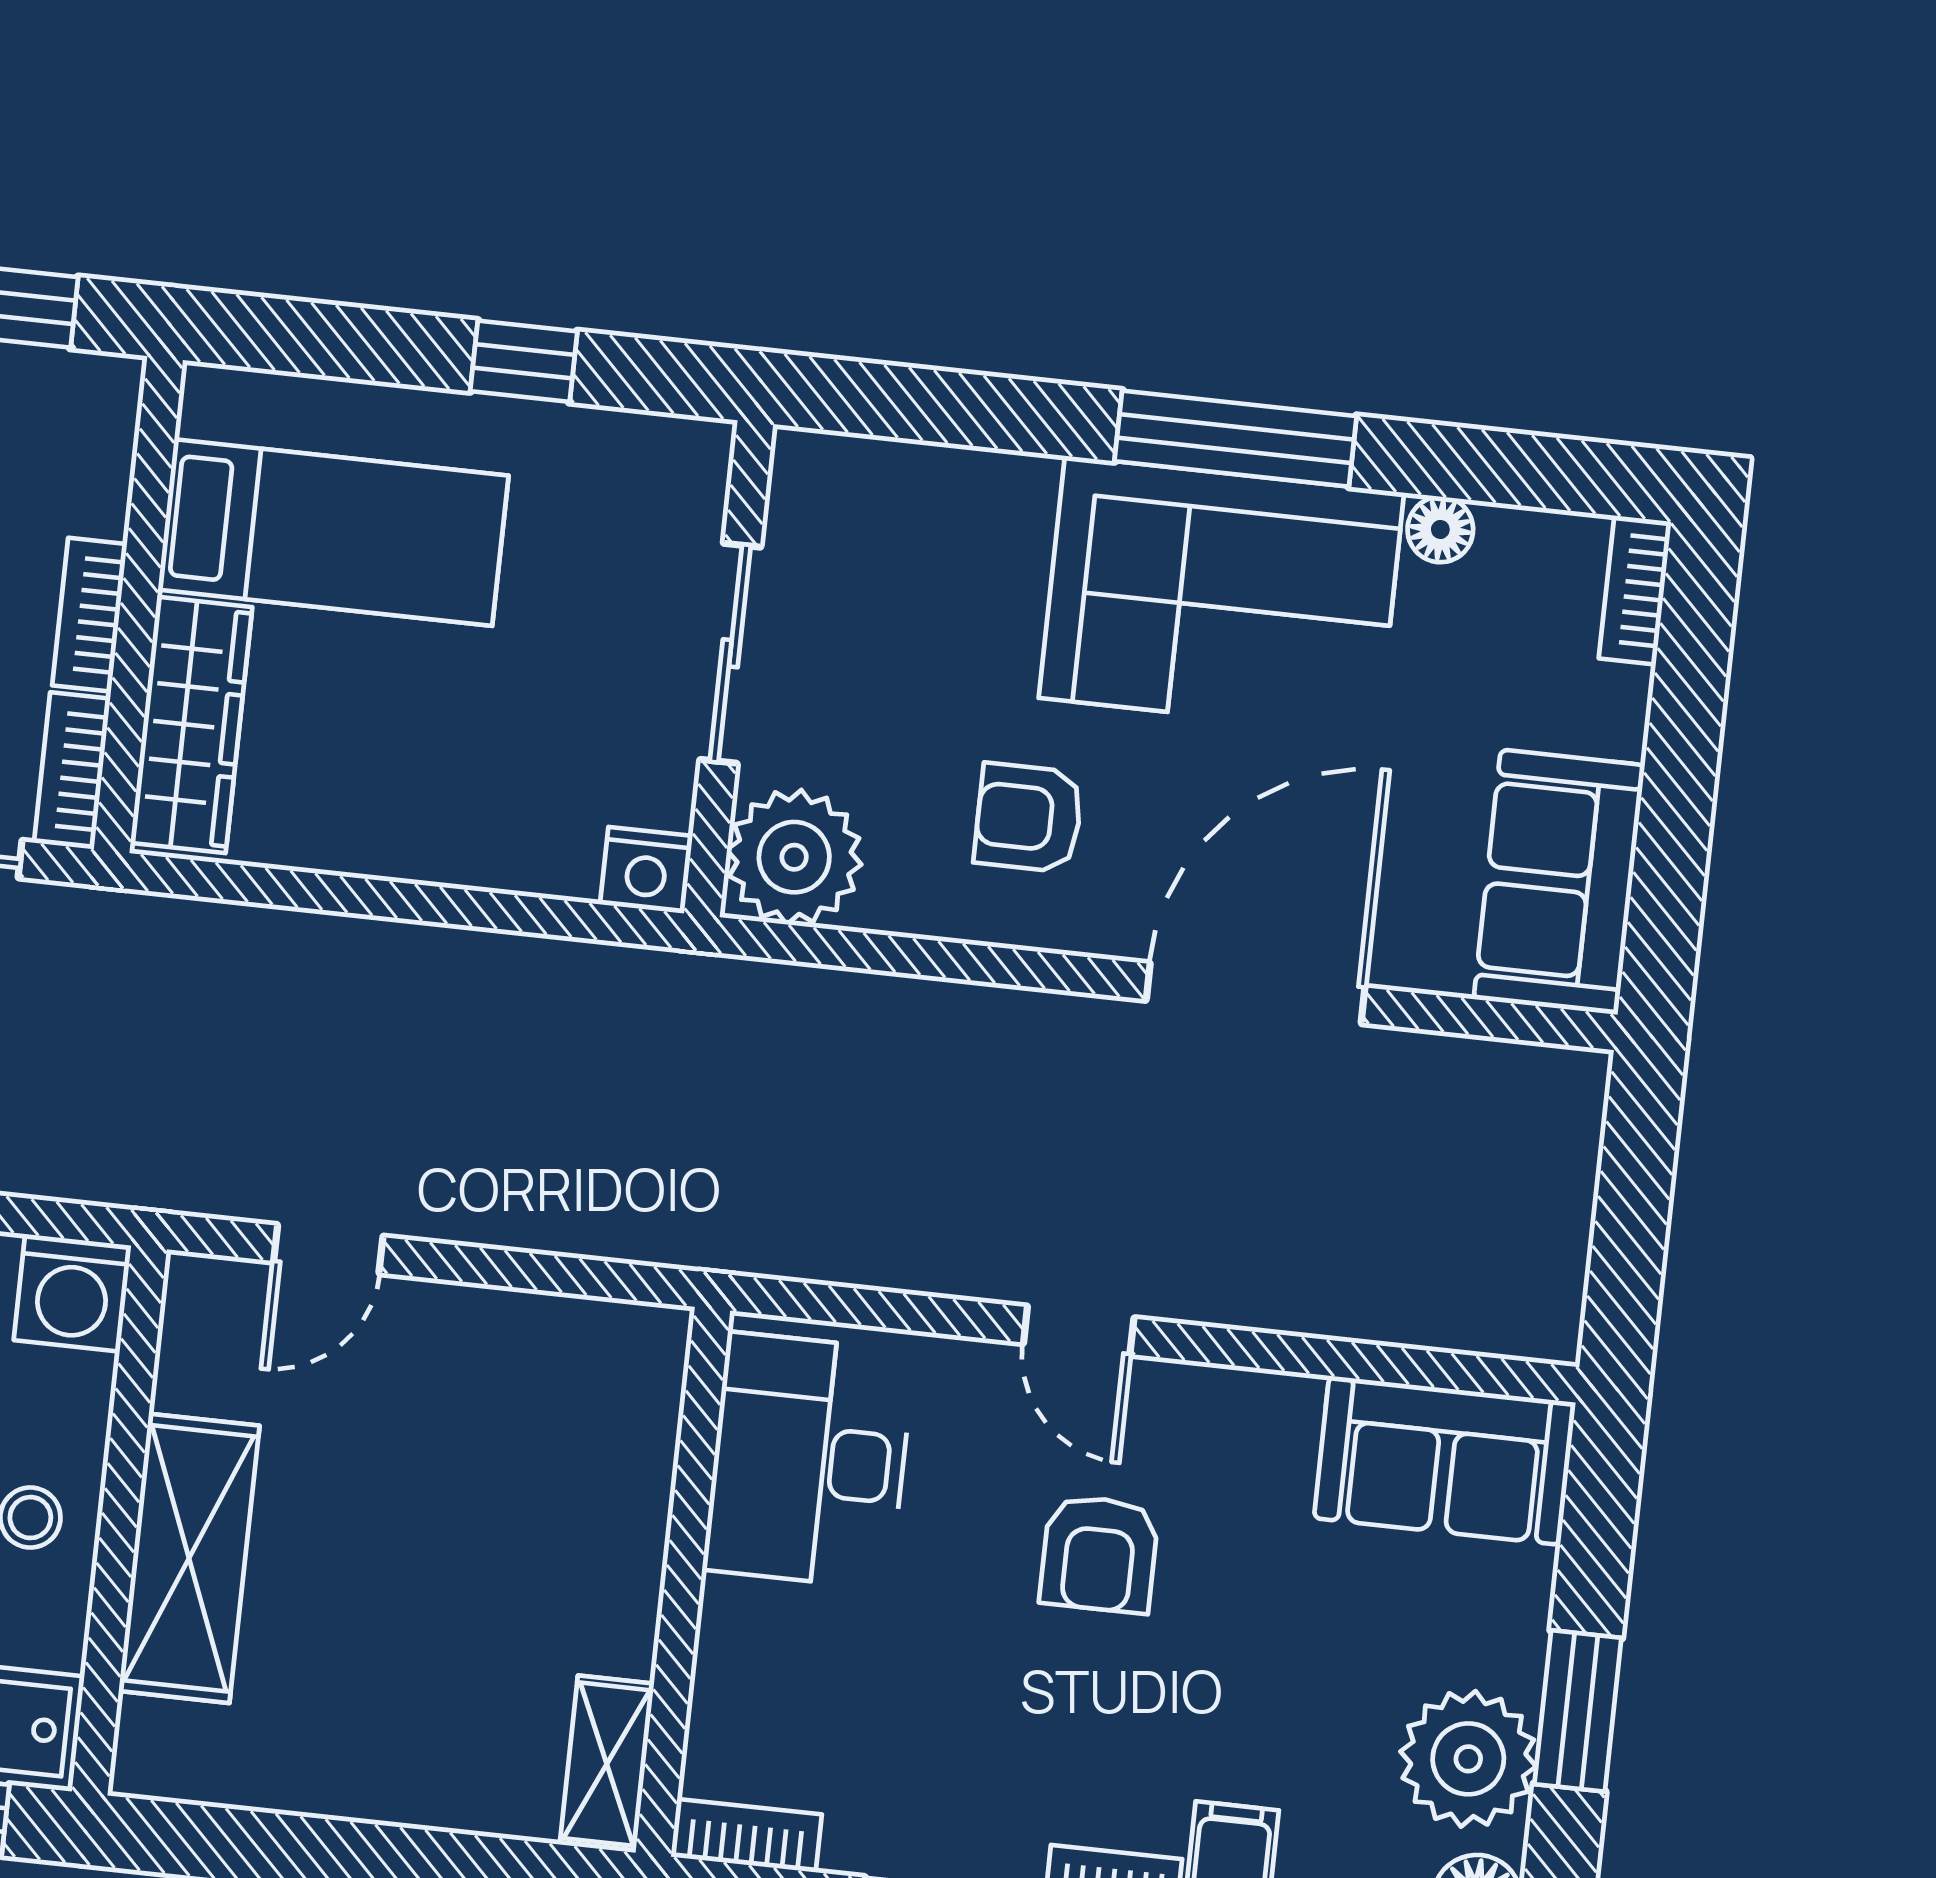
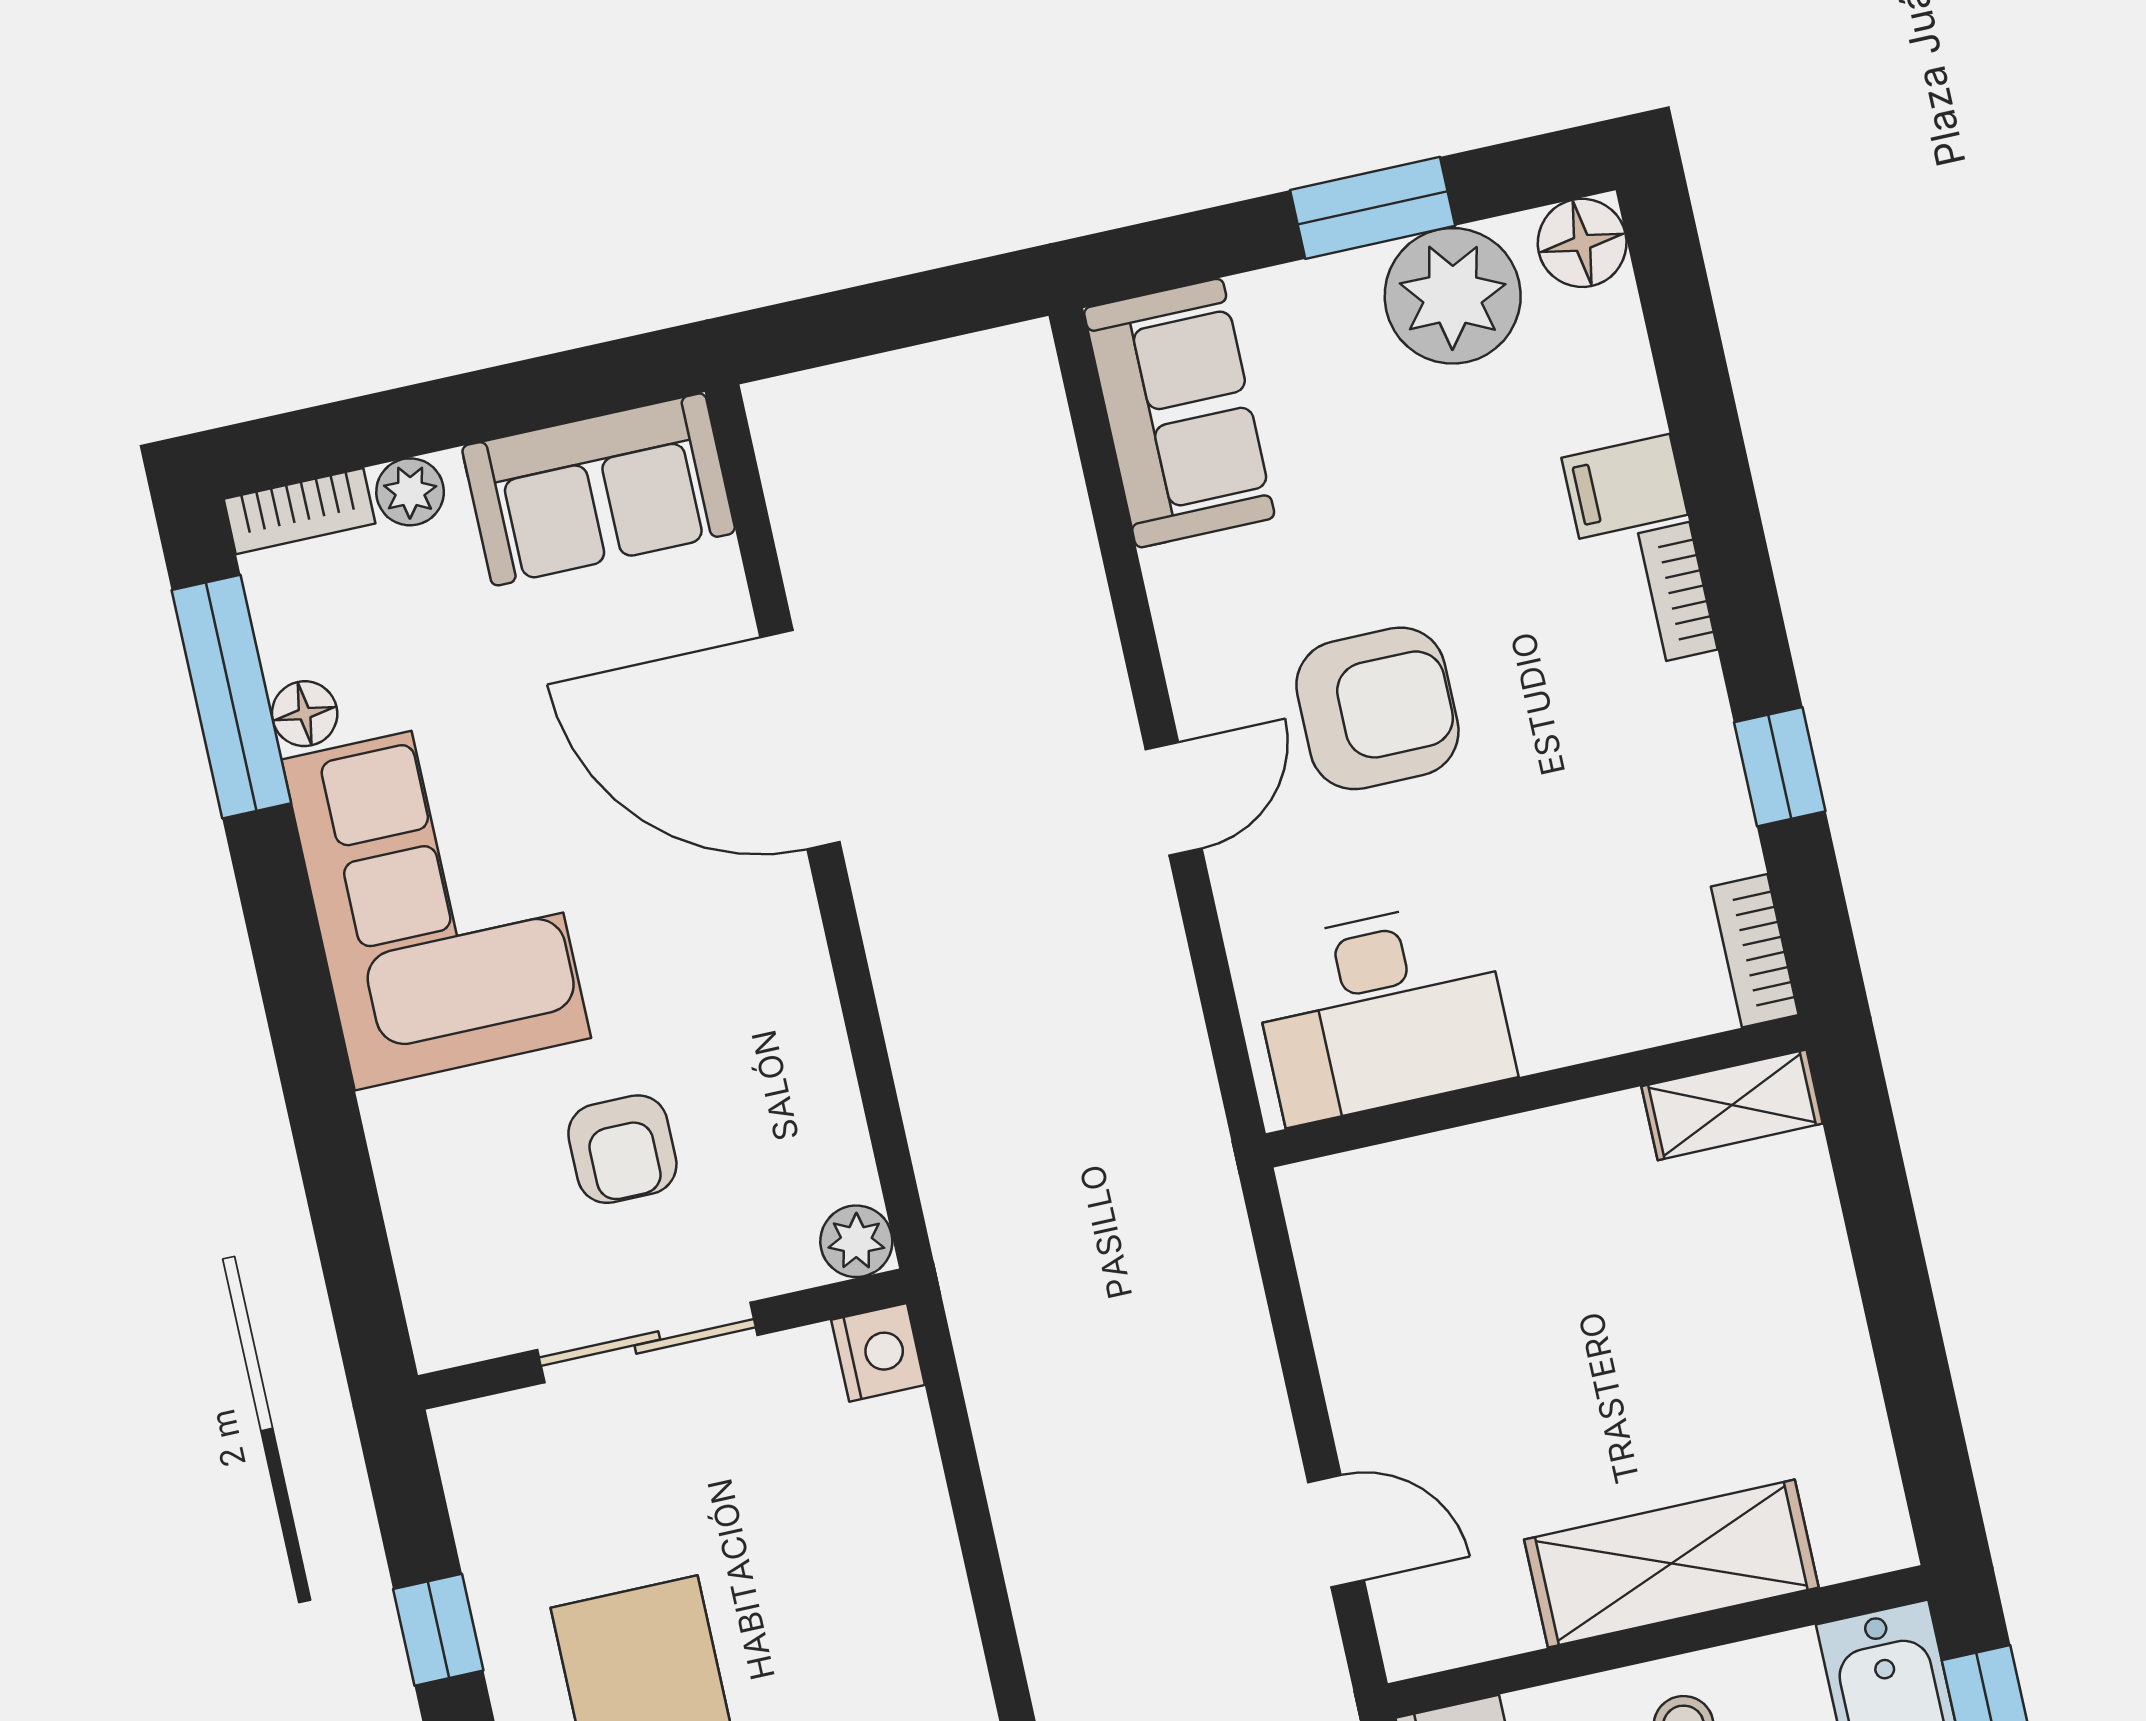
window: (1236, 439) -> (231, 697), moved
plant: (1618, 702) -> (410, 492), added
armchair: (1029, 818) -> (622, 1149), moved
plant: (794, 857) -> (856, 1241), width x0.53, depth x0.53
armchair: (1099, 1554) -> (1377, 708), width x1.38, depth x1.38

